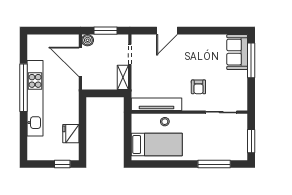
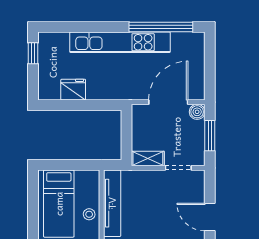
window: (24, 88) -> (161, 27), moved
window: (62, 164) -> (33, 53), moved

